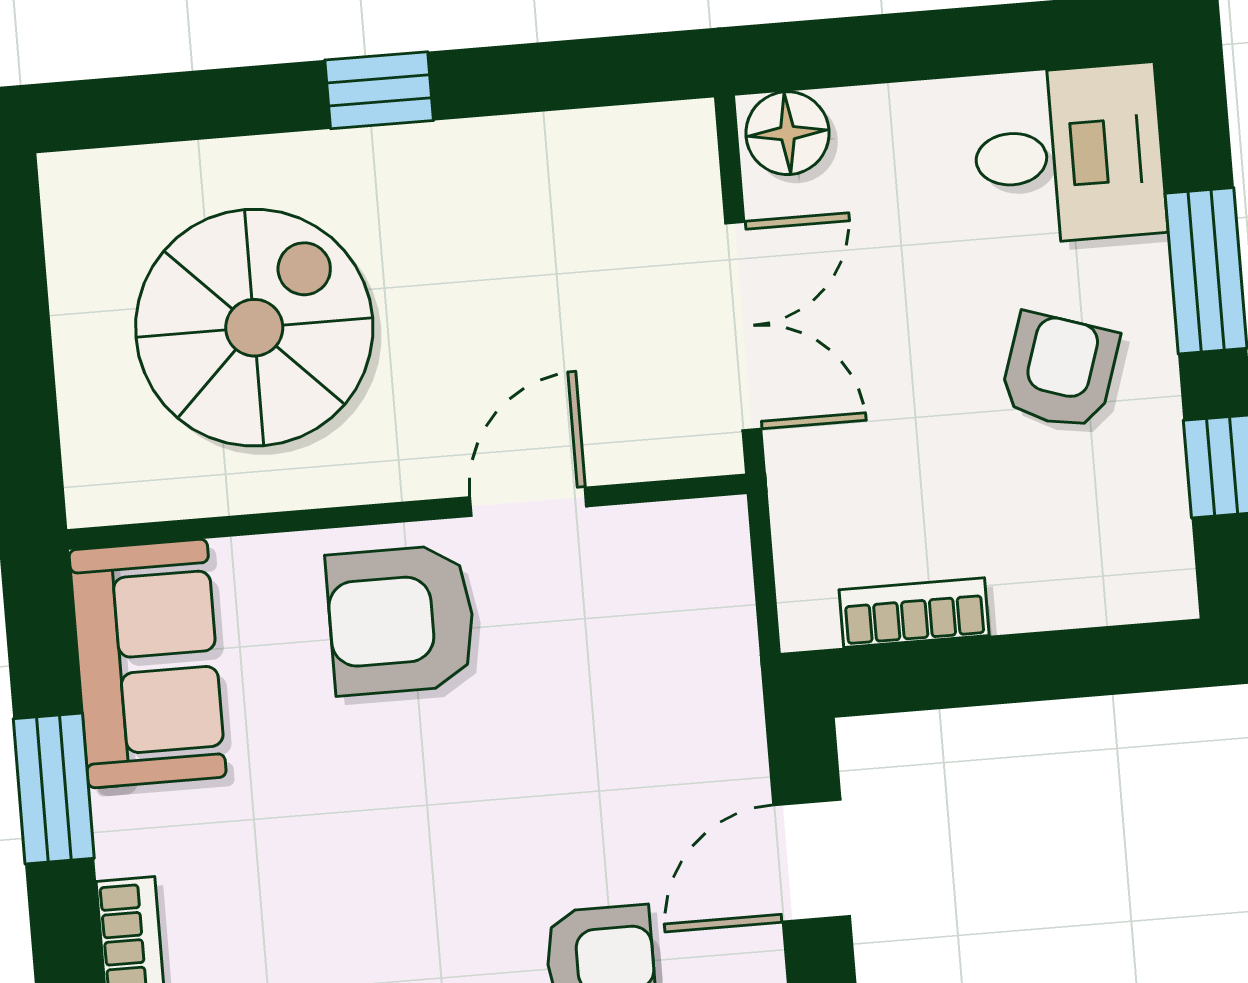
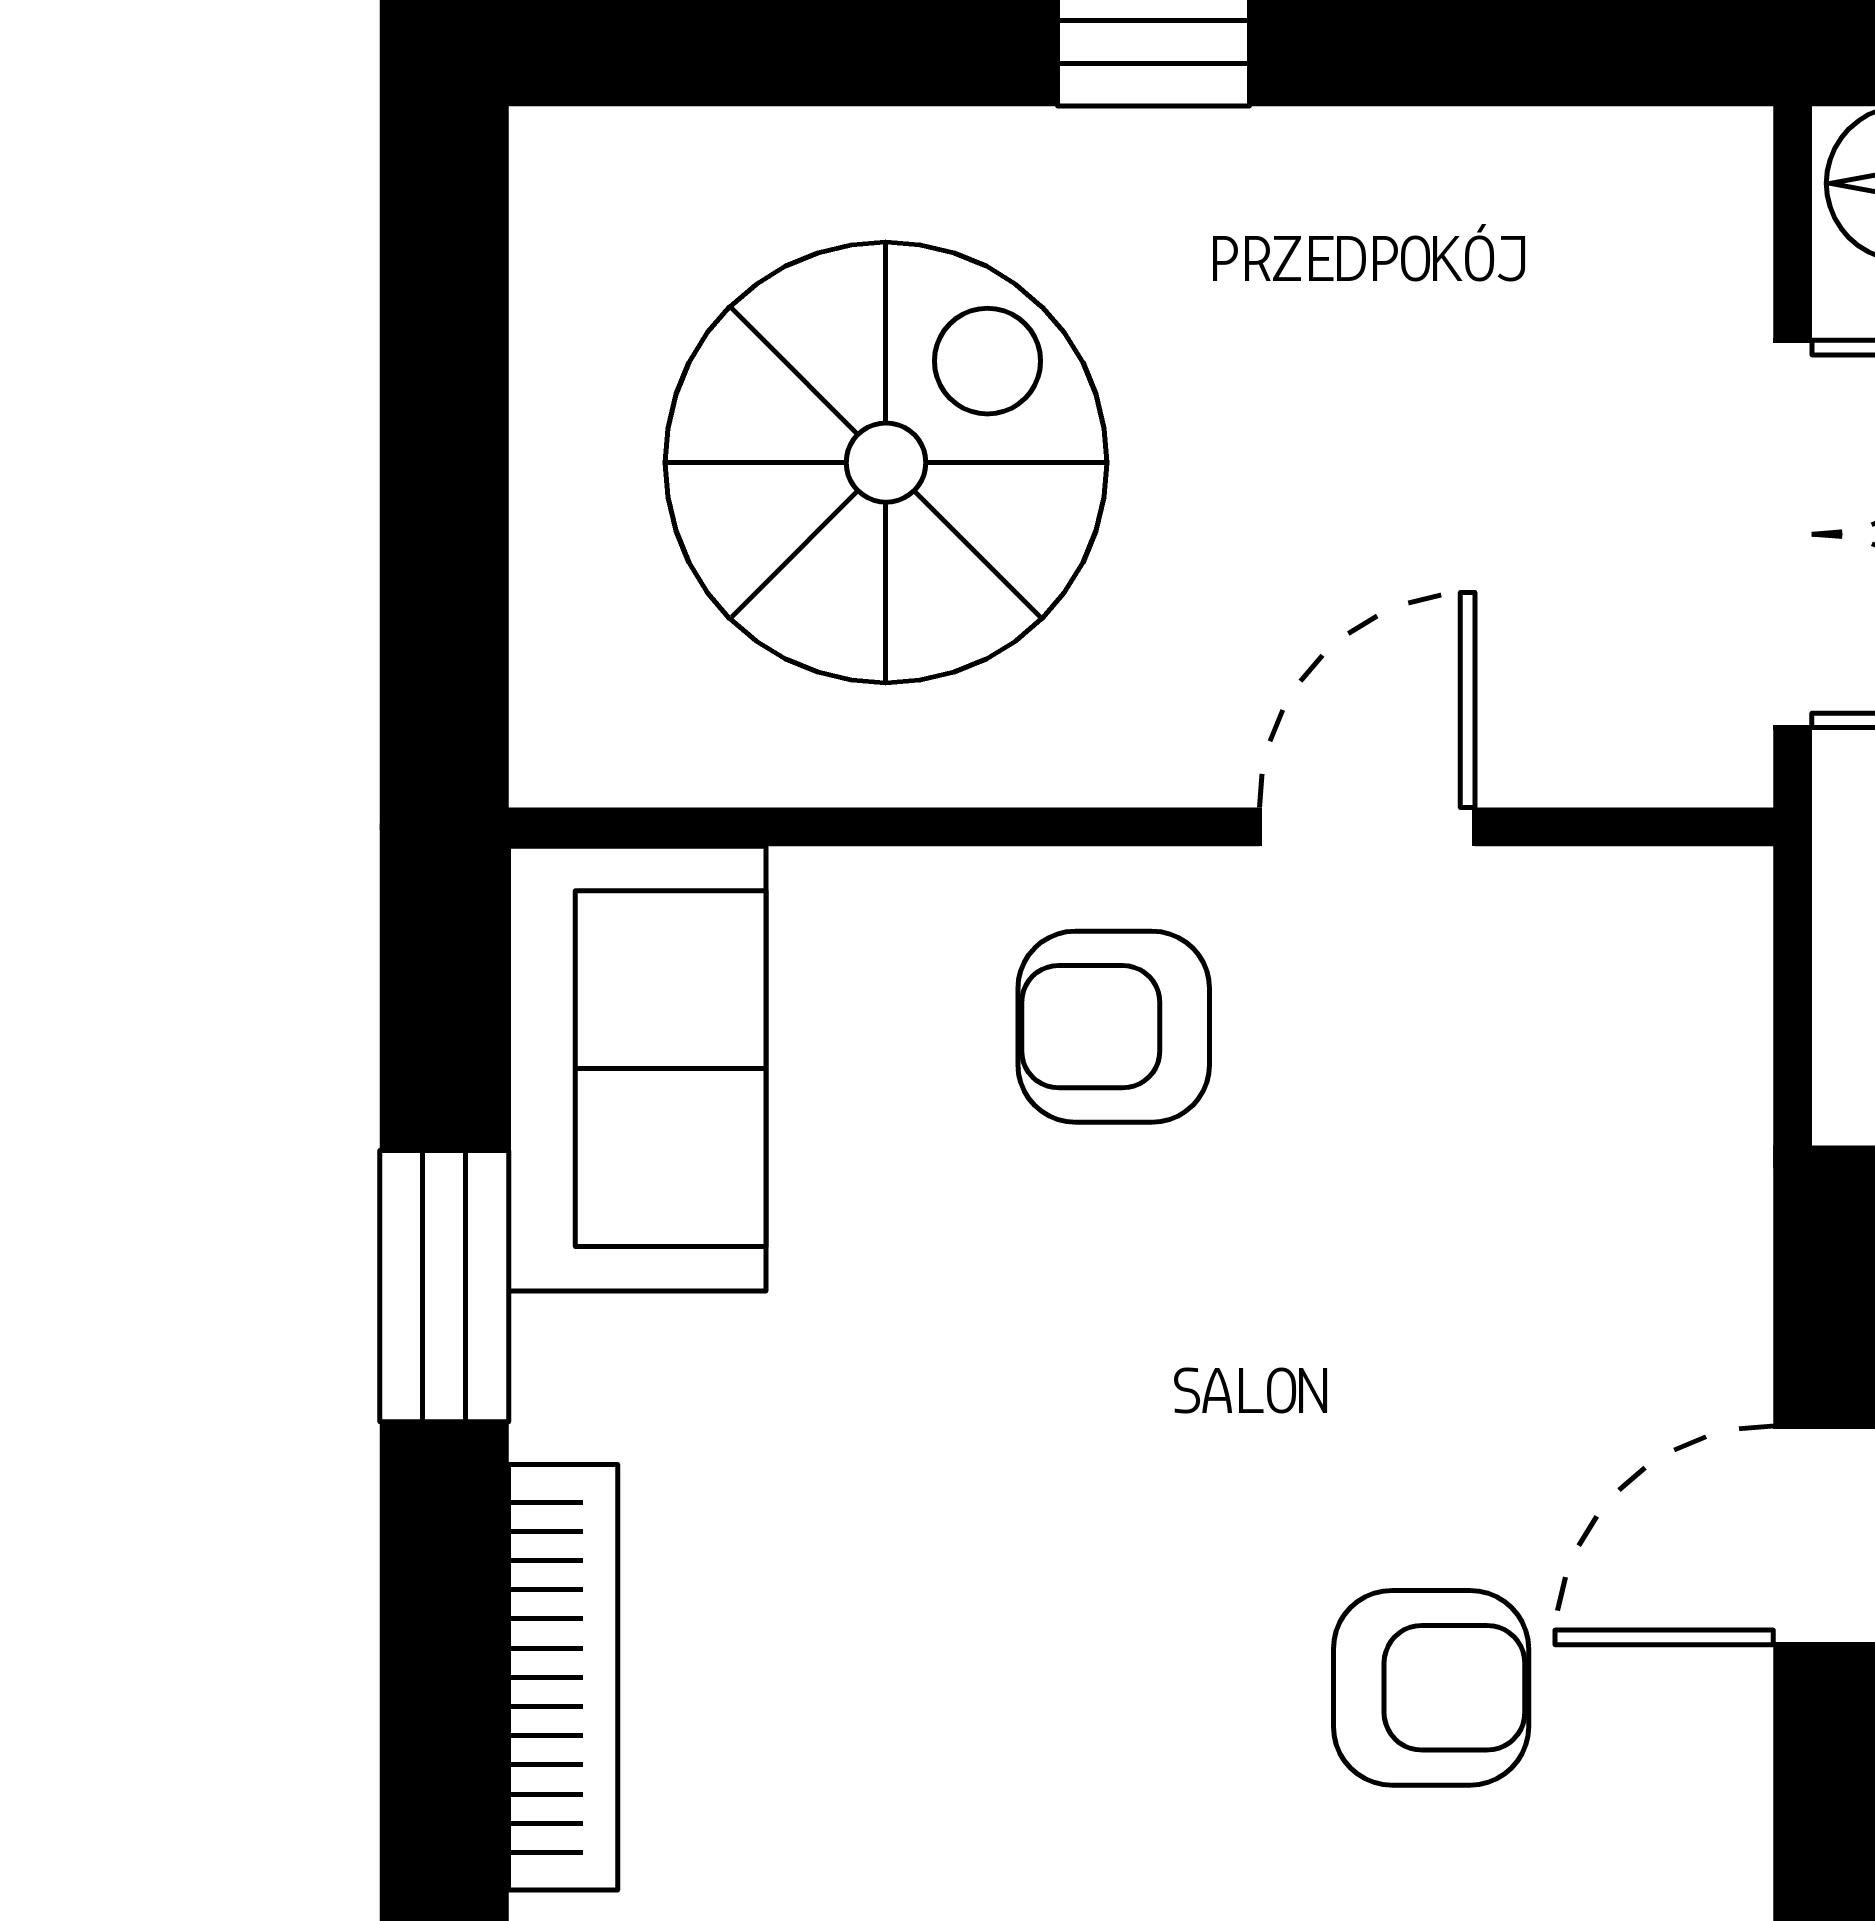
armchair: (401, 620) -> (1114, 1027), width x0.72, depth x0.72

